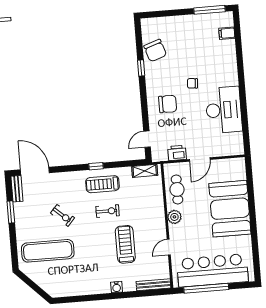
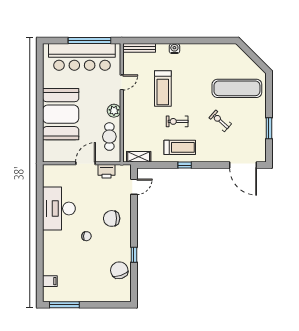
bench: (17, 189) -> (261, 150), removed

